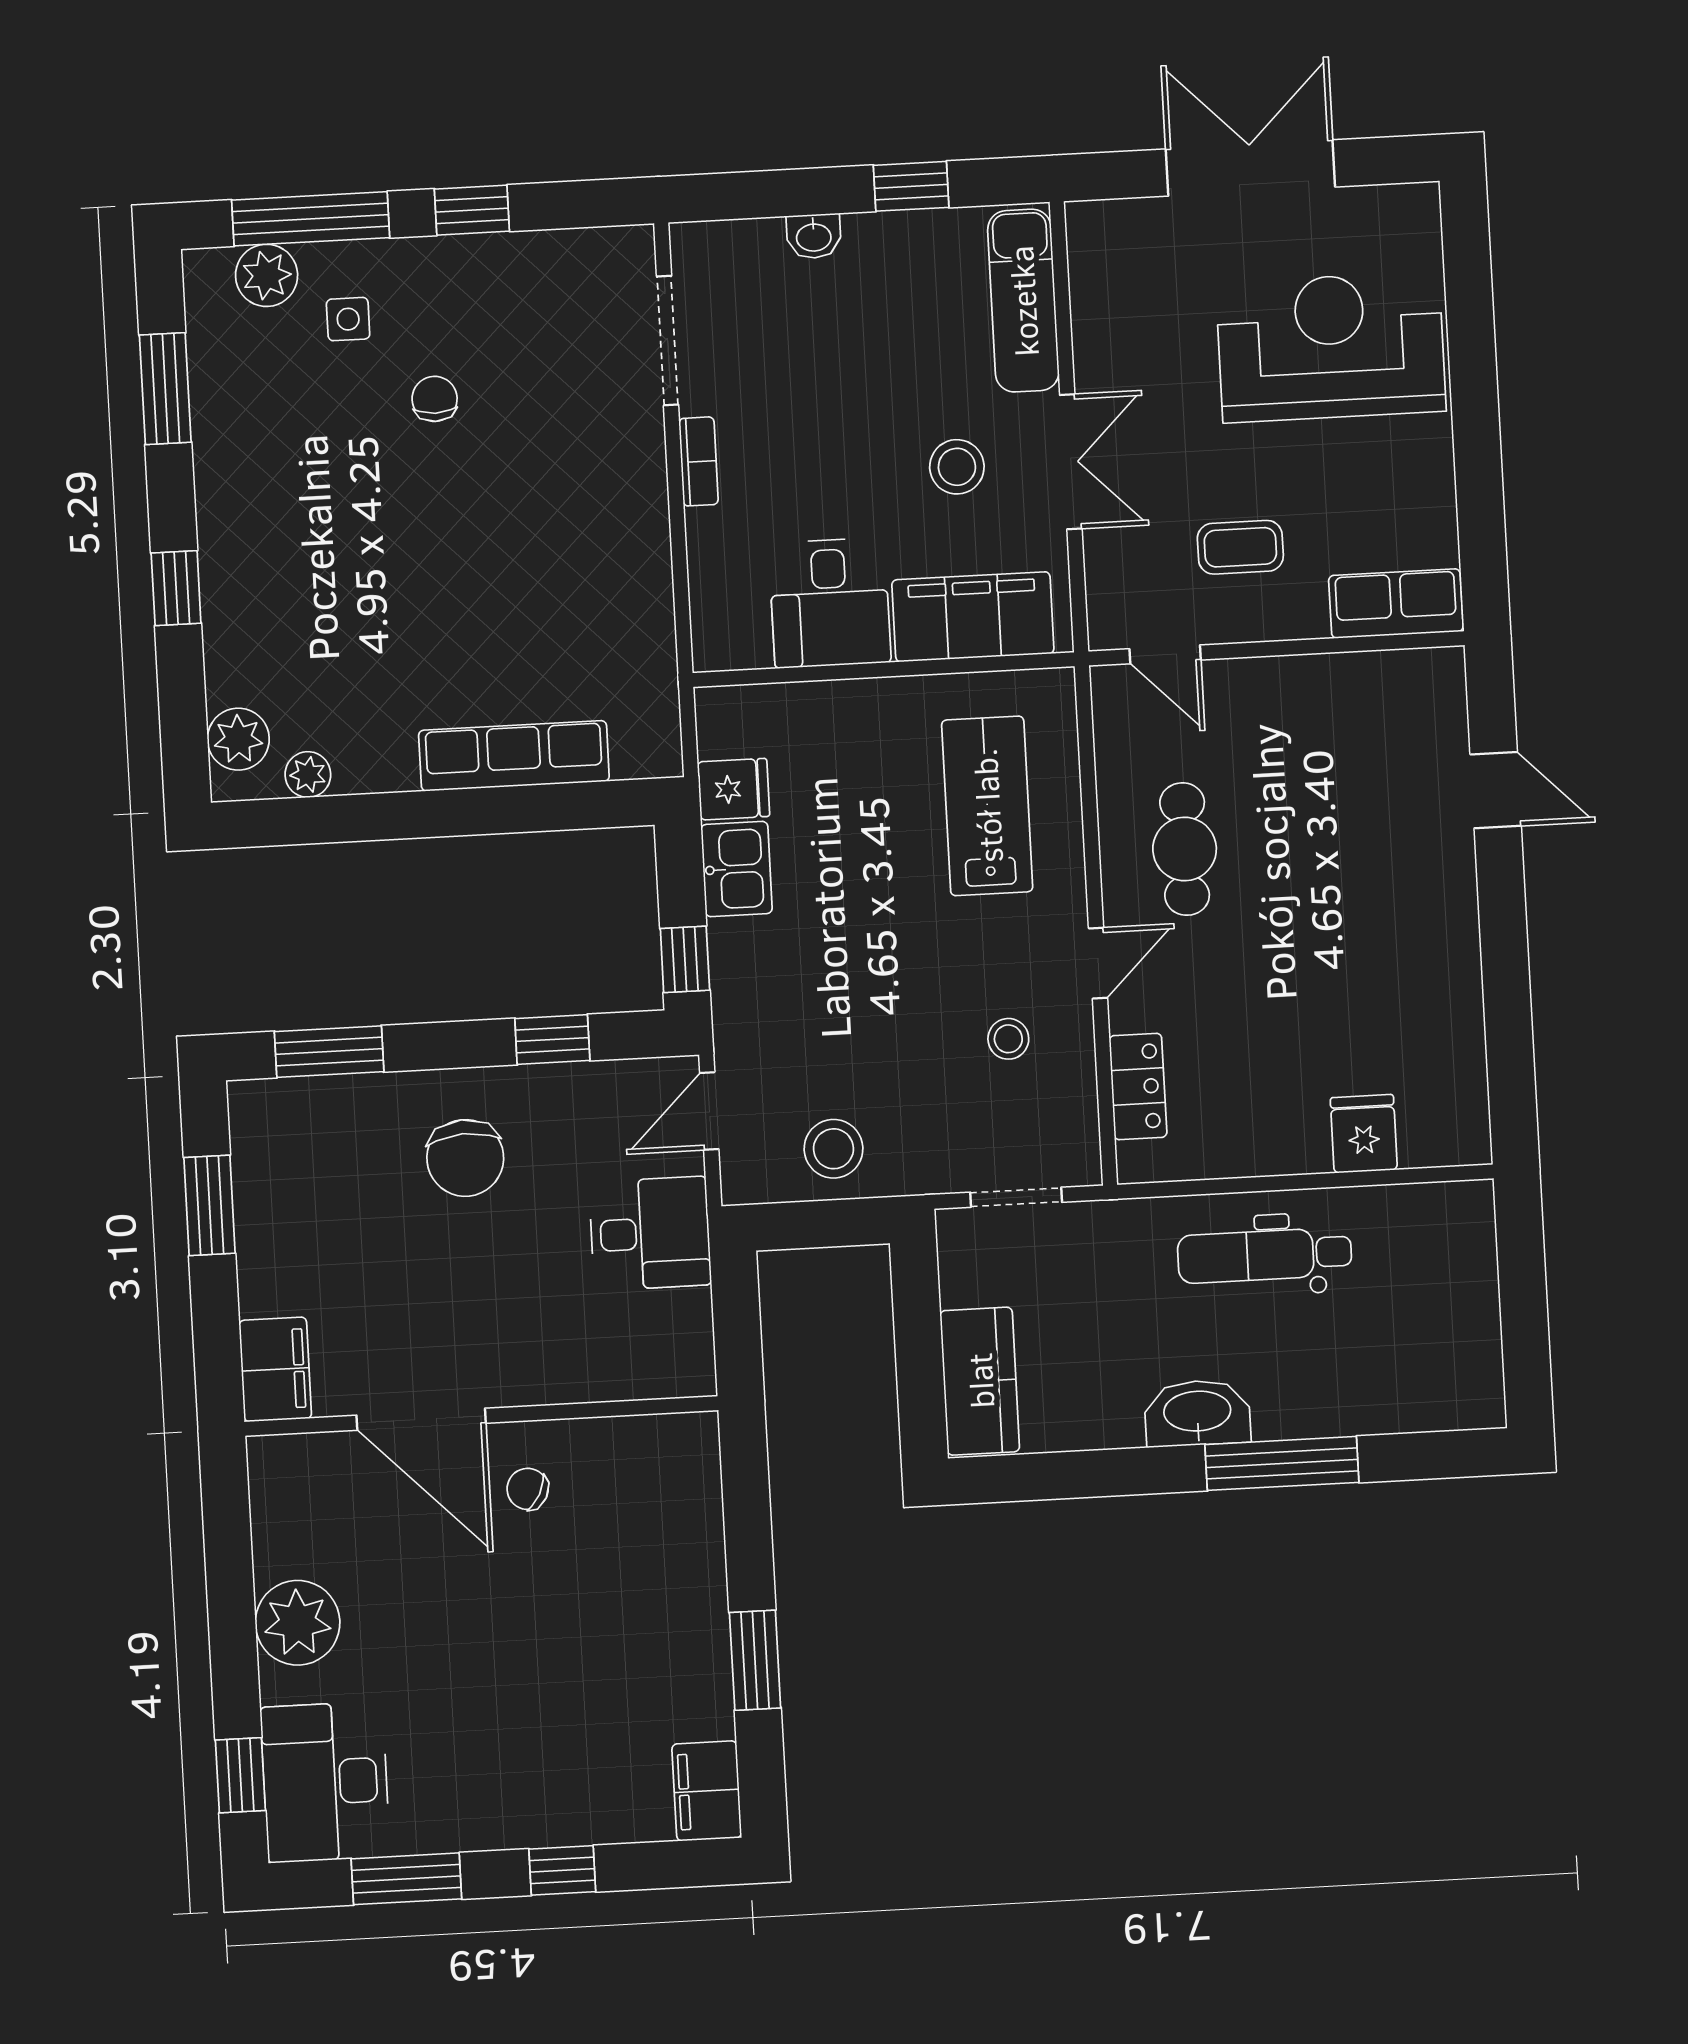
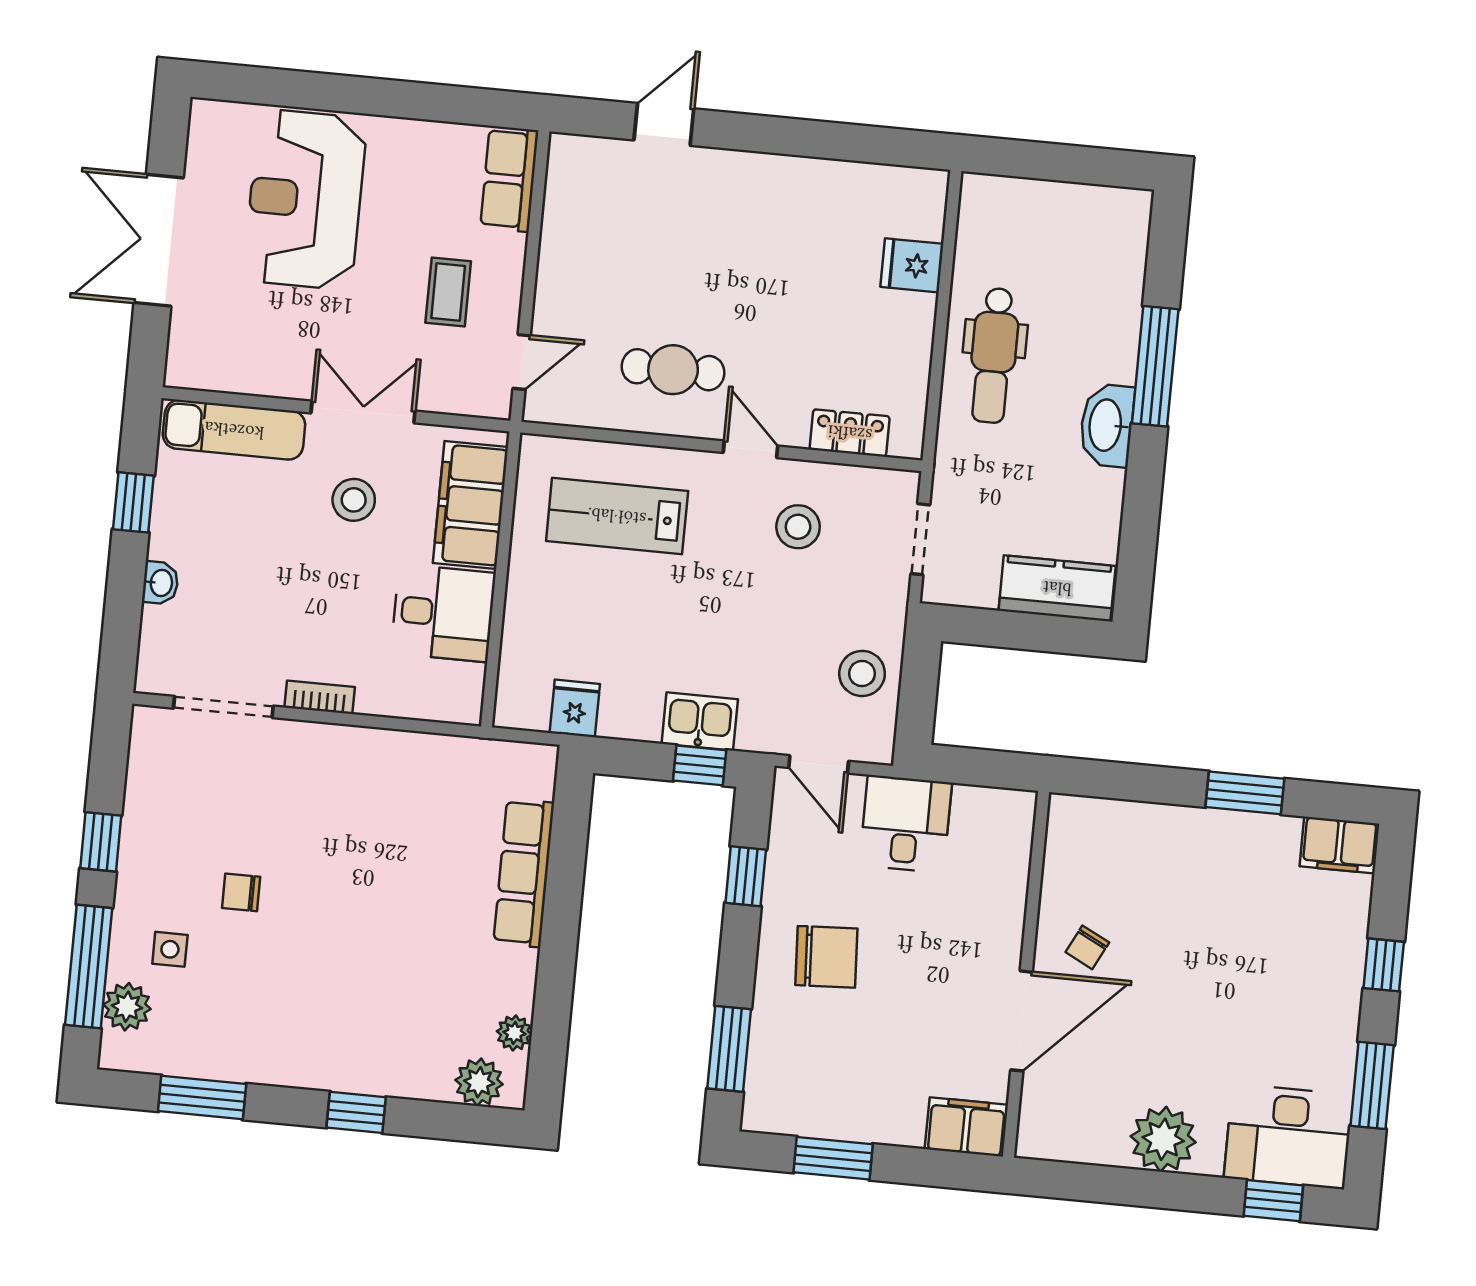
kitchen sink: (737, 869) -> (700, 721), moved
stool: (1008, 1039) -> (798, 527), width x1.37, depth x1.37

